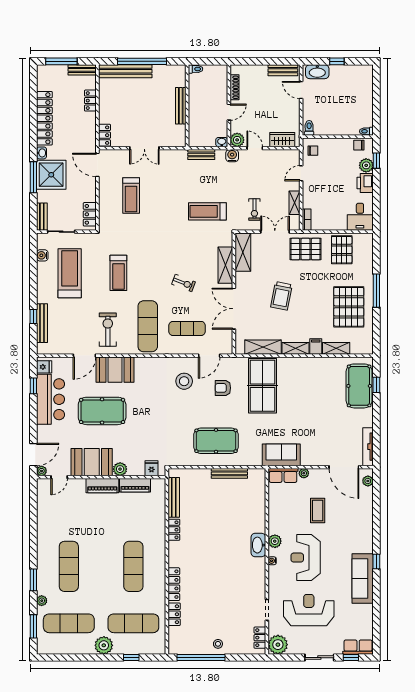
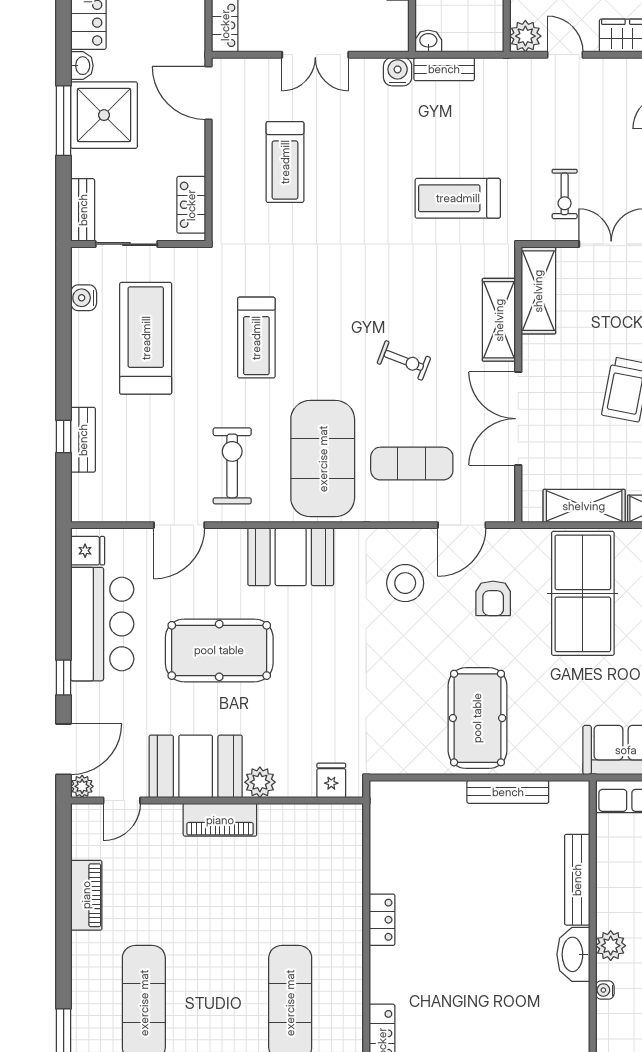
washbasin: (222, 142) -> (428, 41), moved
water cooler: (232, 156) -> (398, 72), moved
bench: (42, 323) -> (83, 440), width x0.73
exercise mat: (148, 326) -> (323, 459), width x1.47
booth: (115, 370) -> (291, 557), moved
window: (33, 386) -> (64, 678), moved
armchair: (223, 388) -> (493, 598), turned -90
pool table: (216, 441) -> (477, 718), turned 90
piano: (135, 485) -> (86, 895), moved, turned -90
bench: (174, 497) -> (577, 880), moved

